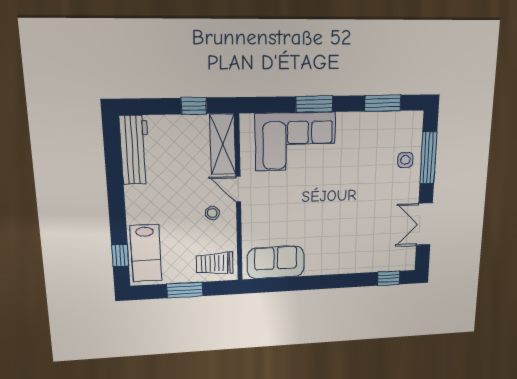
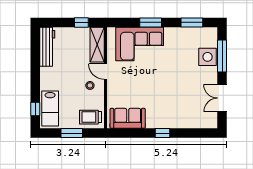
side table: (405, 160) -> (208, 57), width x1.87, depth x1.87
window: (389, 278) -> (162, 133), moved

